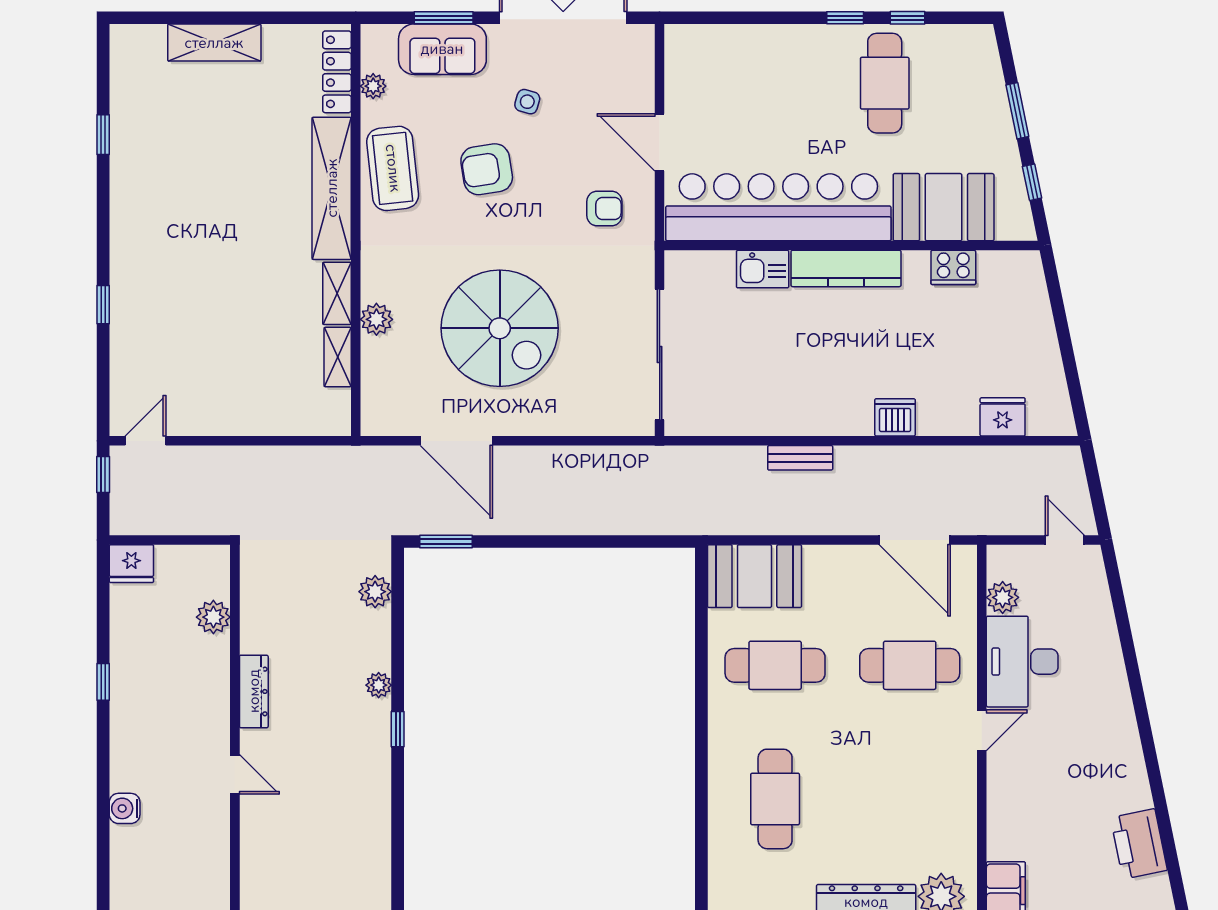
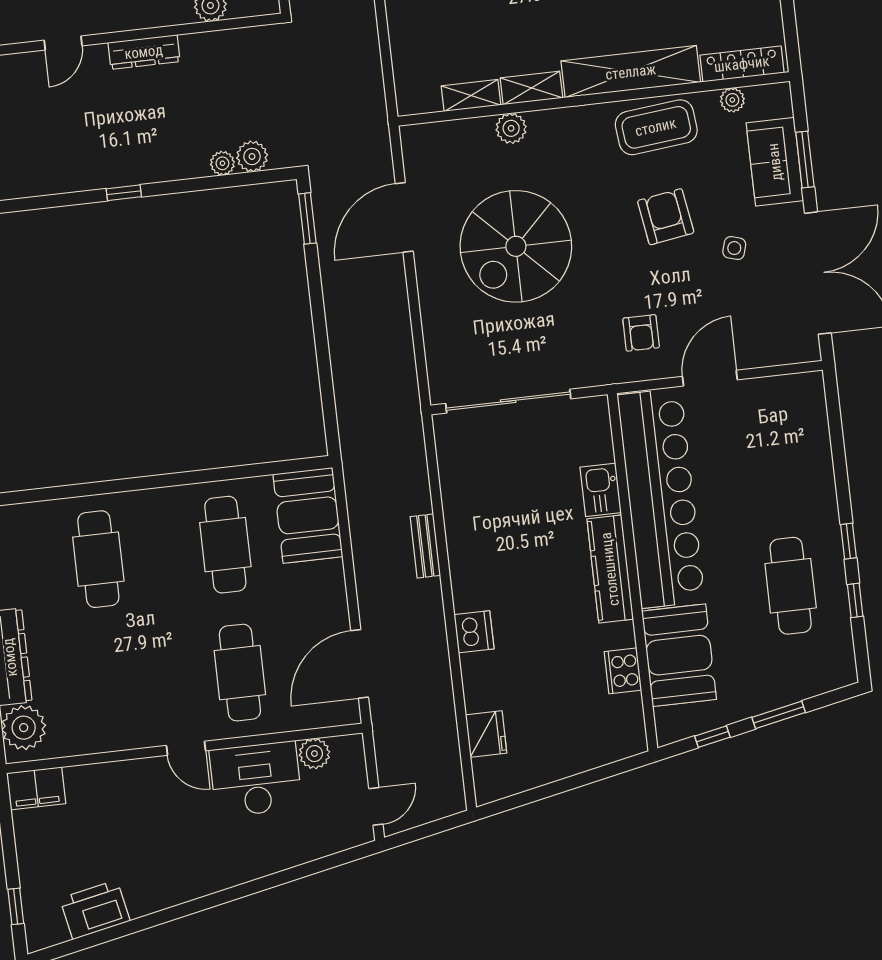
cafe table: (885, 83) -> (791, 586), turned 90
plant: (379, 685) -> (222, 163), moved
cafe table: (775, 799) -> (98, 559), turned 90

